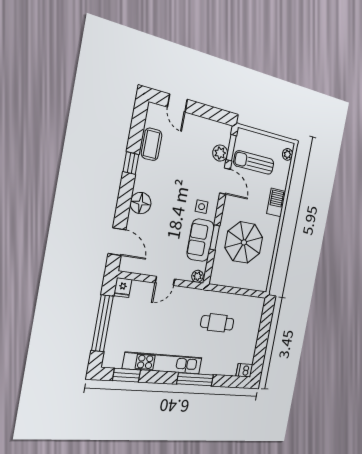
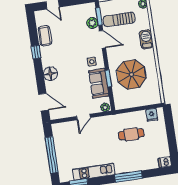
fridge: (123, 288) -> (152, 115), moved
kitchen unit: (163, 363) -> (94, 172), width x0.73

